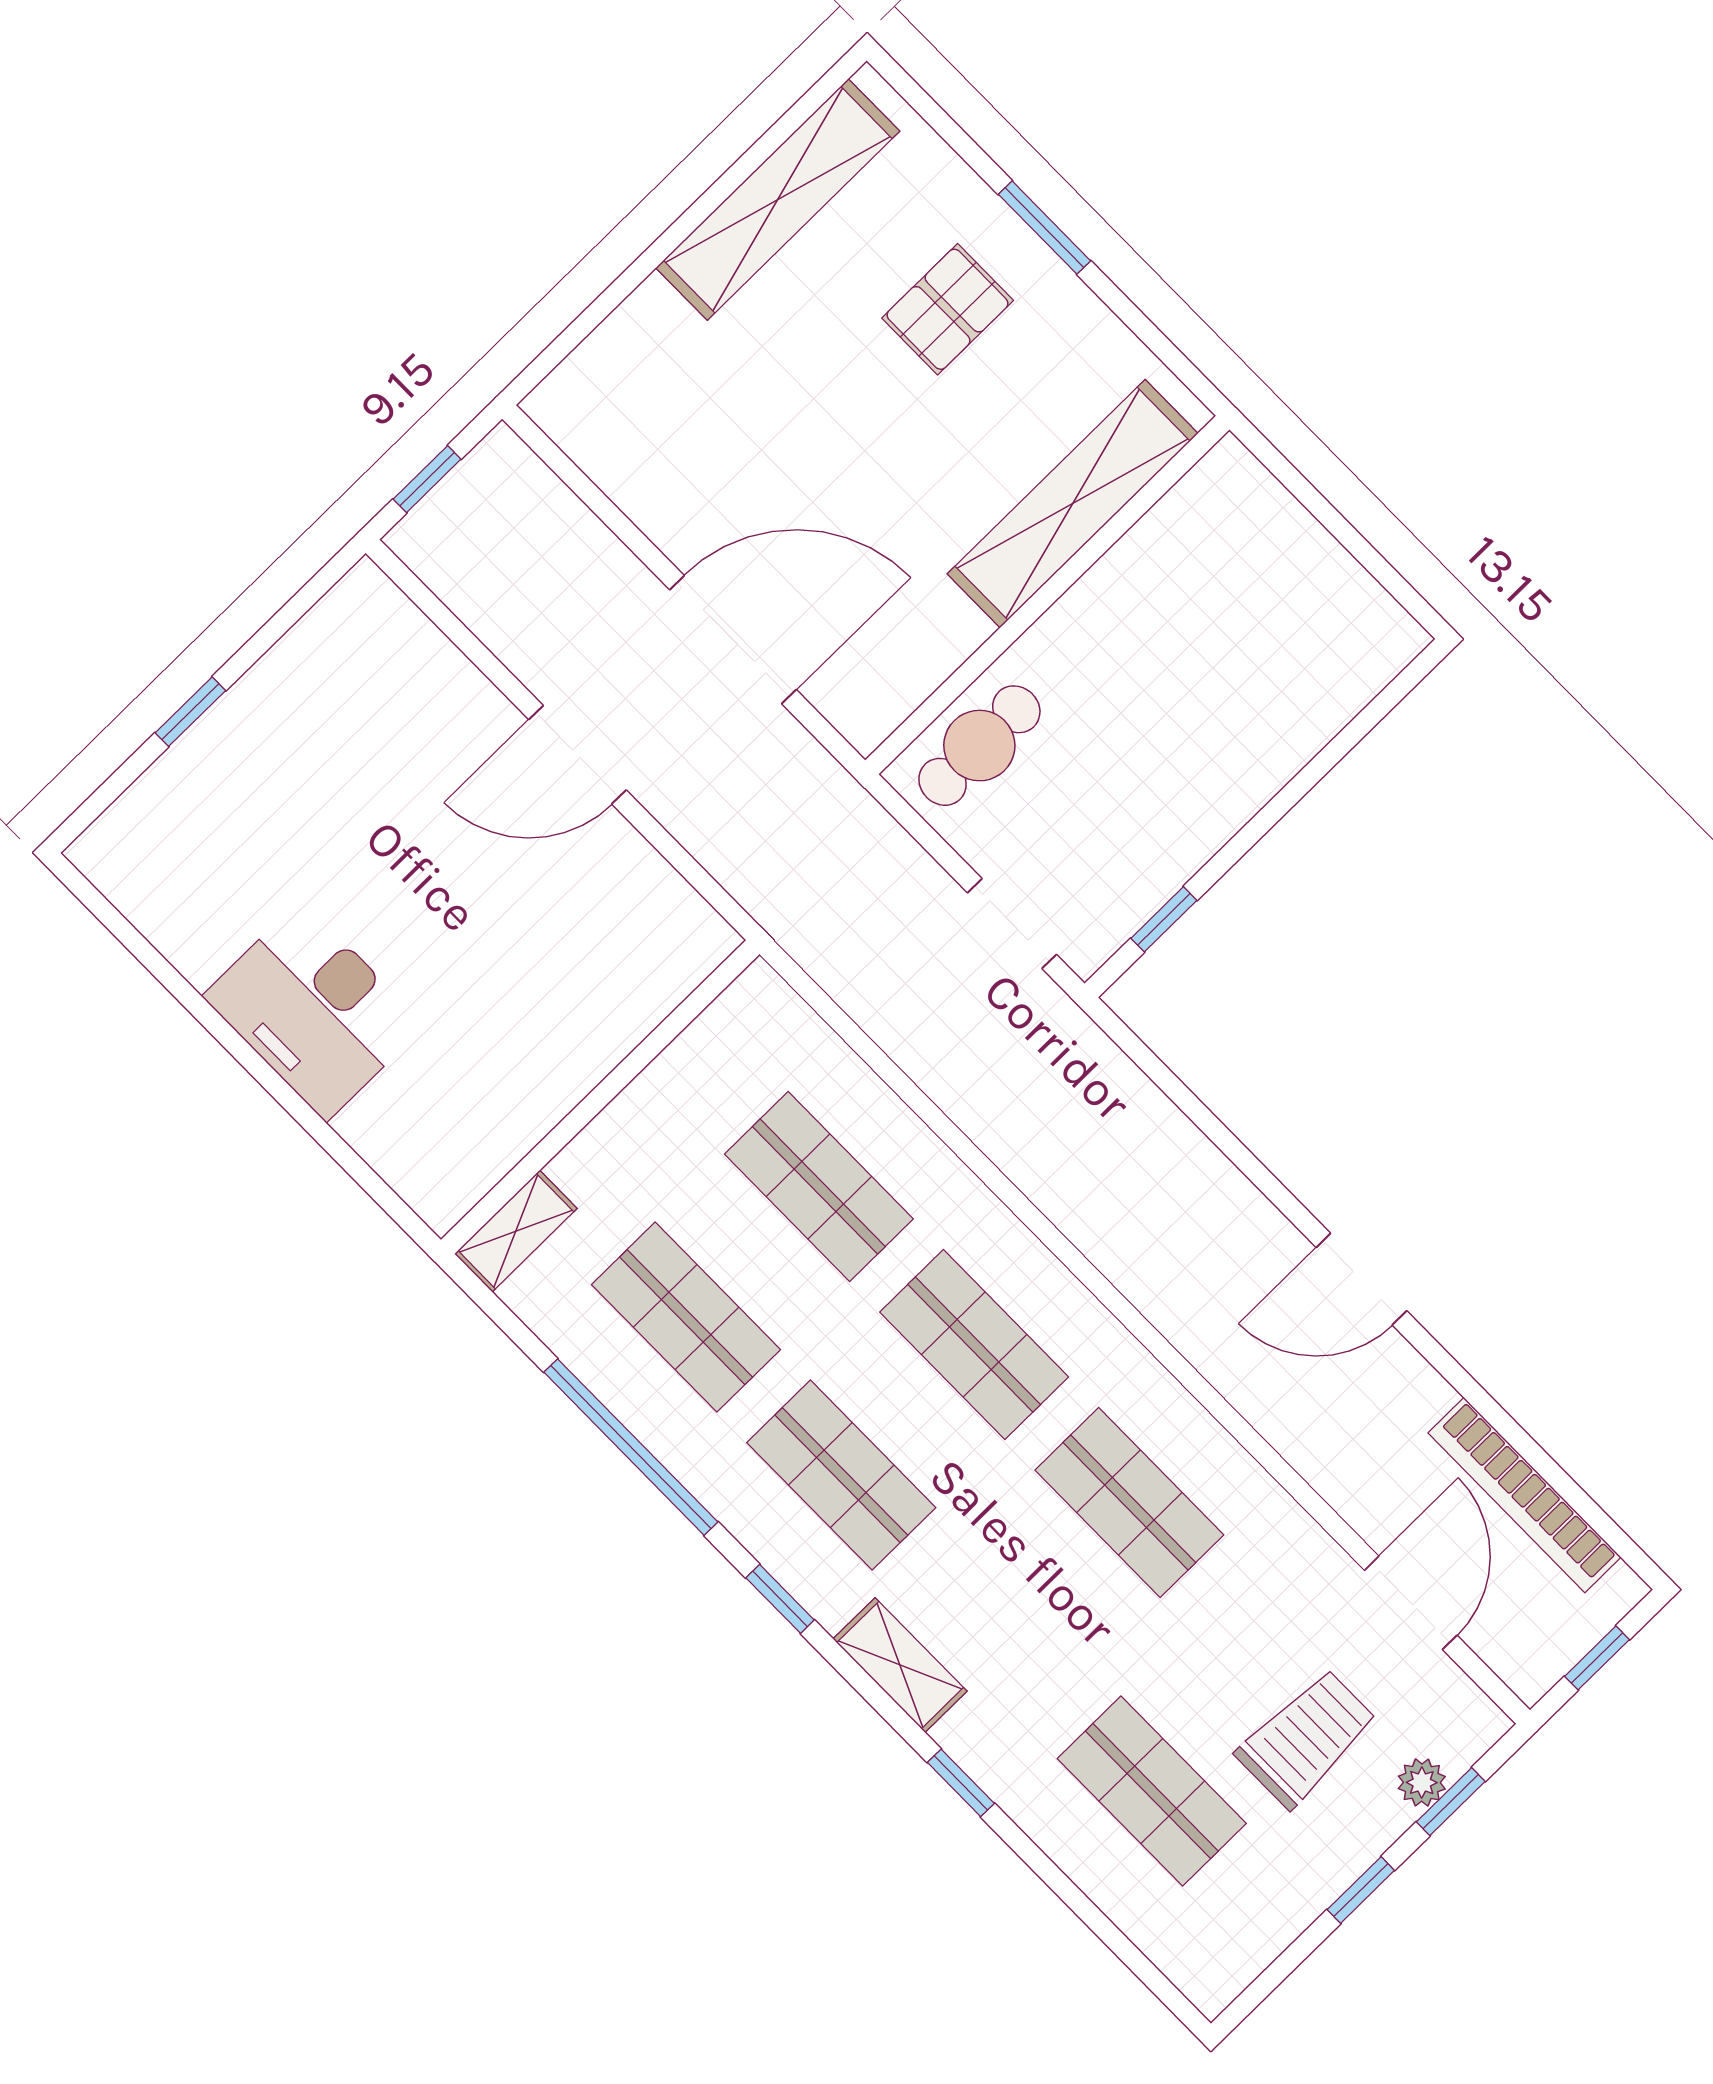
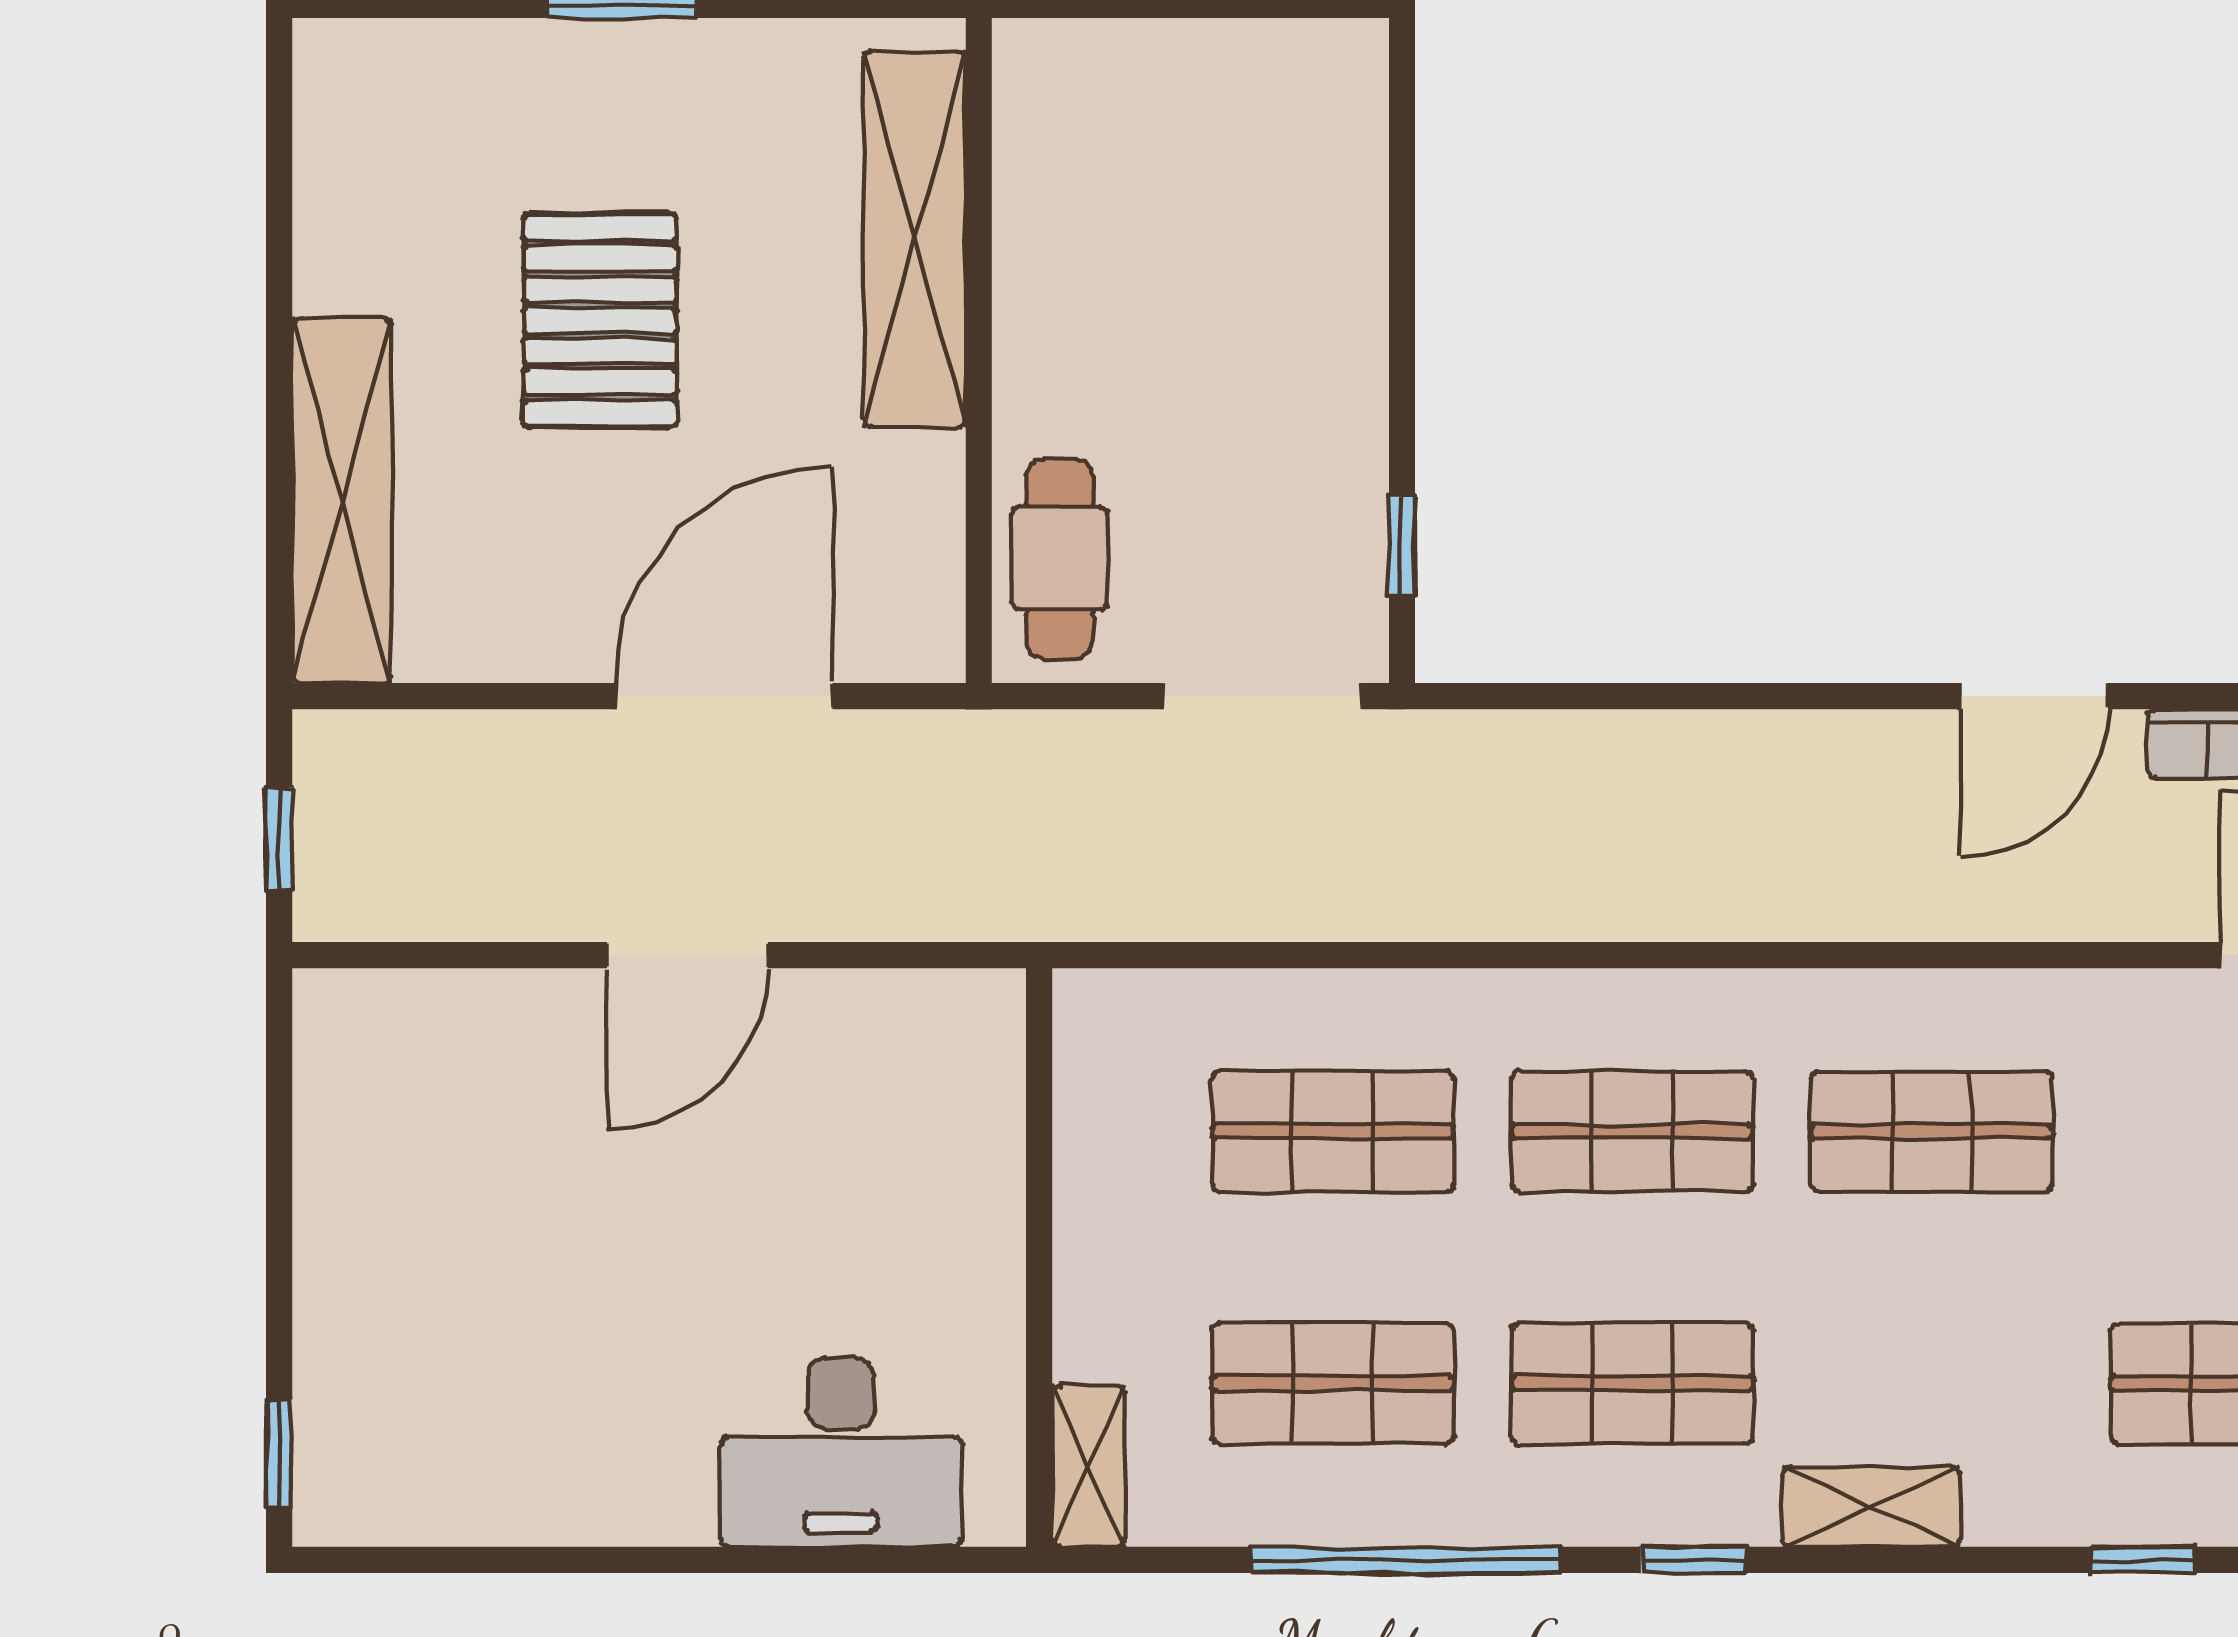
shelving: (778, 200) -> (342, 501), moved
pallet: (948, 309) -> (600, 320), moved, width x1.50, depth x1.42
window: (190, 712) -> (279, 1453), moved
doorway: (1012, 924) -> (1262, 696), width x1.38
desk: (314, 1011) -> (841, 1452), moved
door: (1361, 1279) -> (2034, 696), moved
window: (961, 1783) -> (2143, 1560), moved

